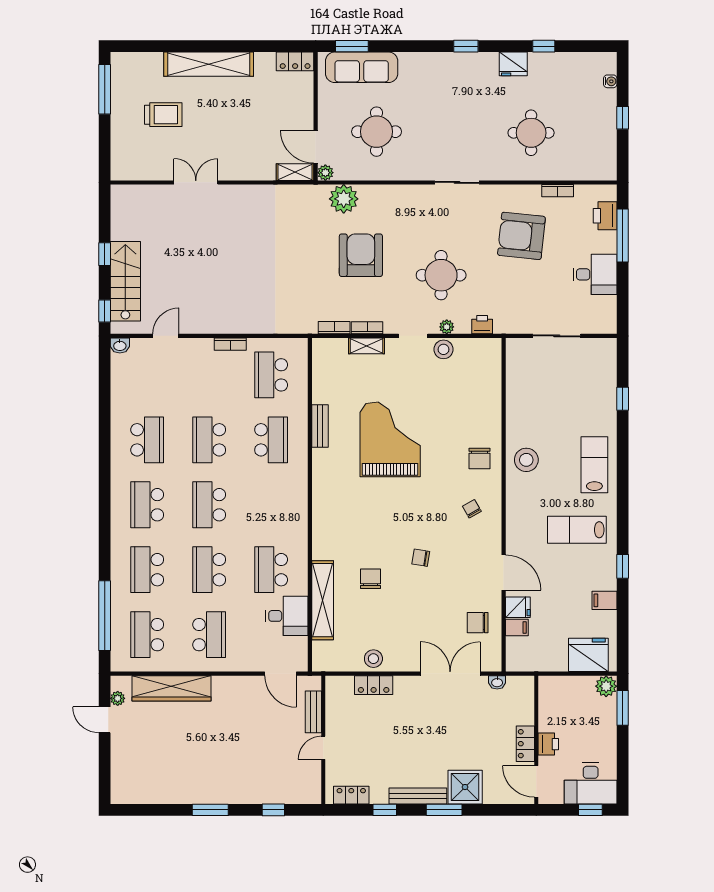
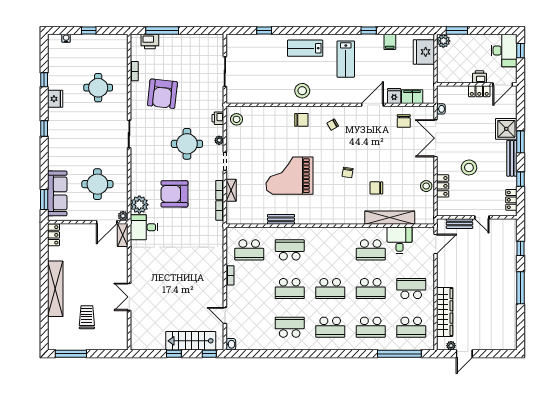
desk: (595, 274) -> (144, 227), moved, turned -90
stool: (444, 349) -> (237, 119), moved
chair: (421, 558) -> (348, 172), moved
filing cabinet: (517, 628) -> (412, 97), width x2.00
stool: (403, 727) -> (469, 167), added
window: (210, 810) -> (520, 288), width x1.44

